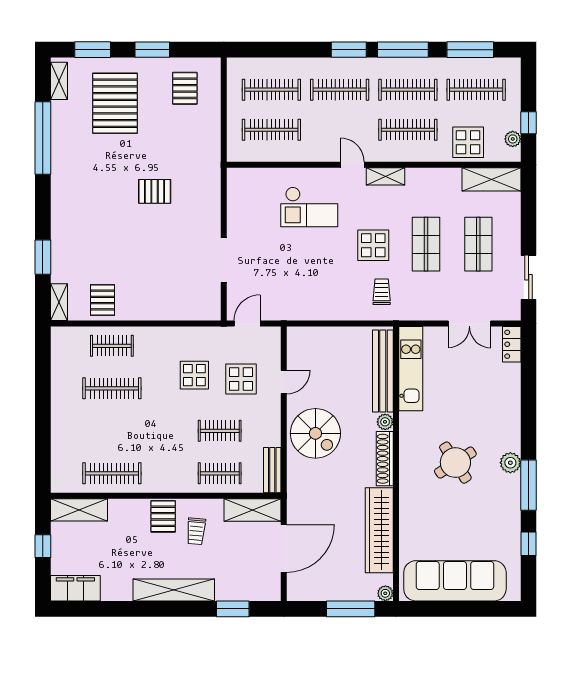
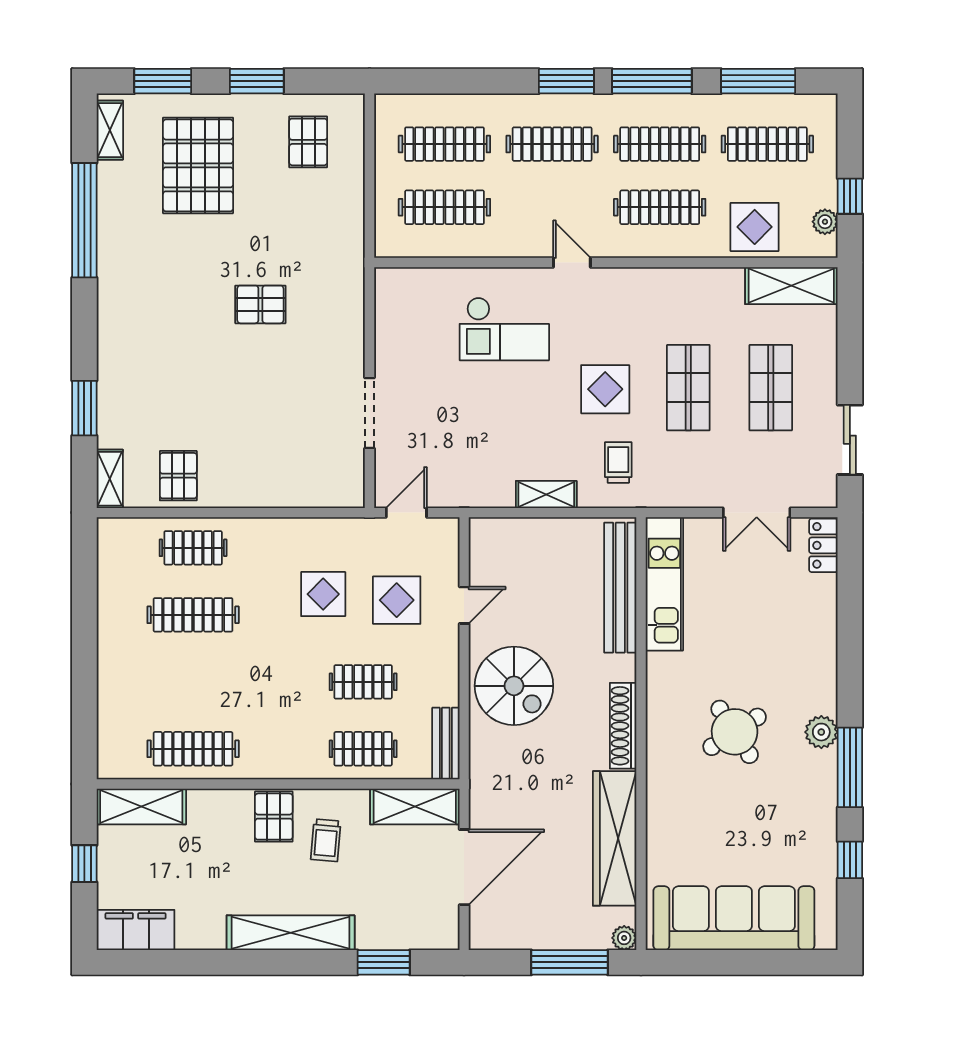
shelving: (386, 176) -> (546, 494), moved
plant: (385, 422) -> (624, 668), removed

